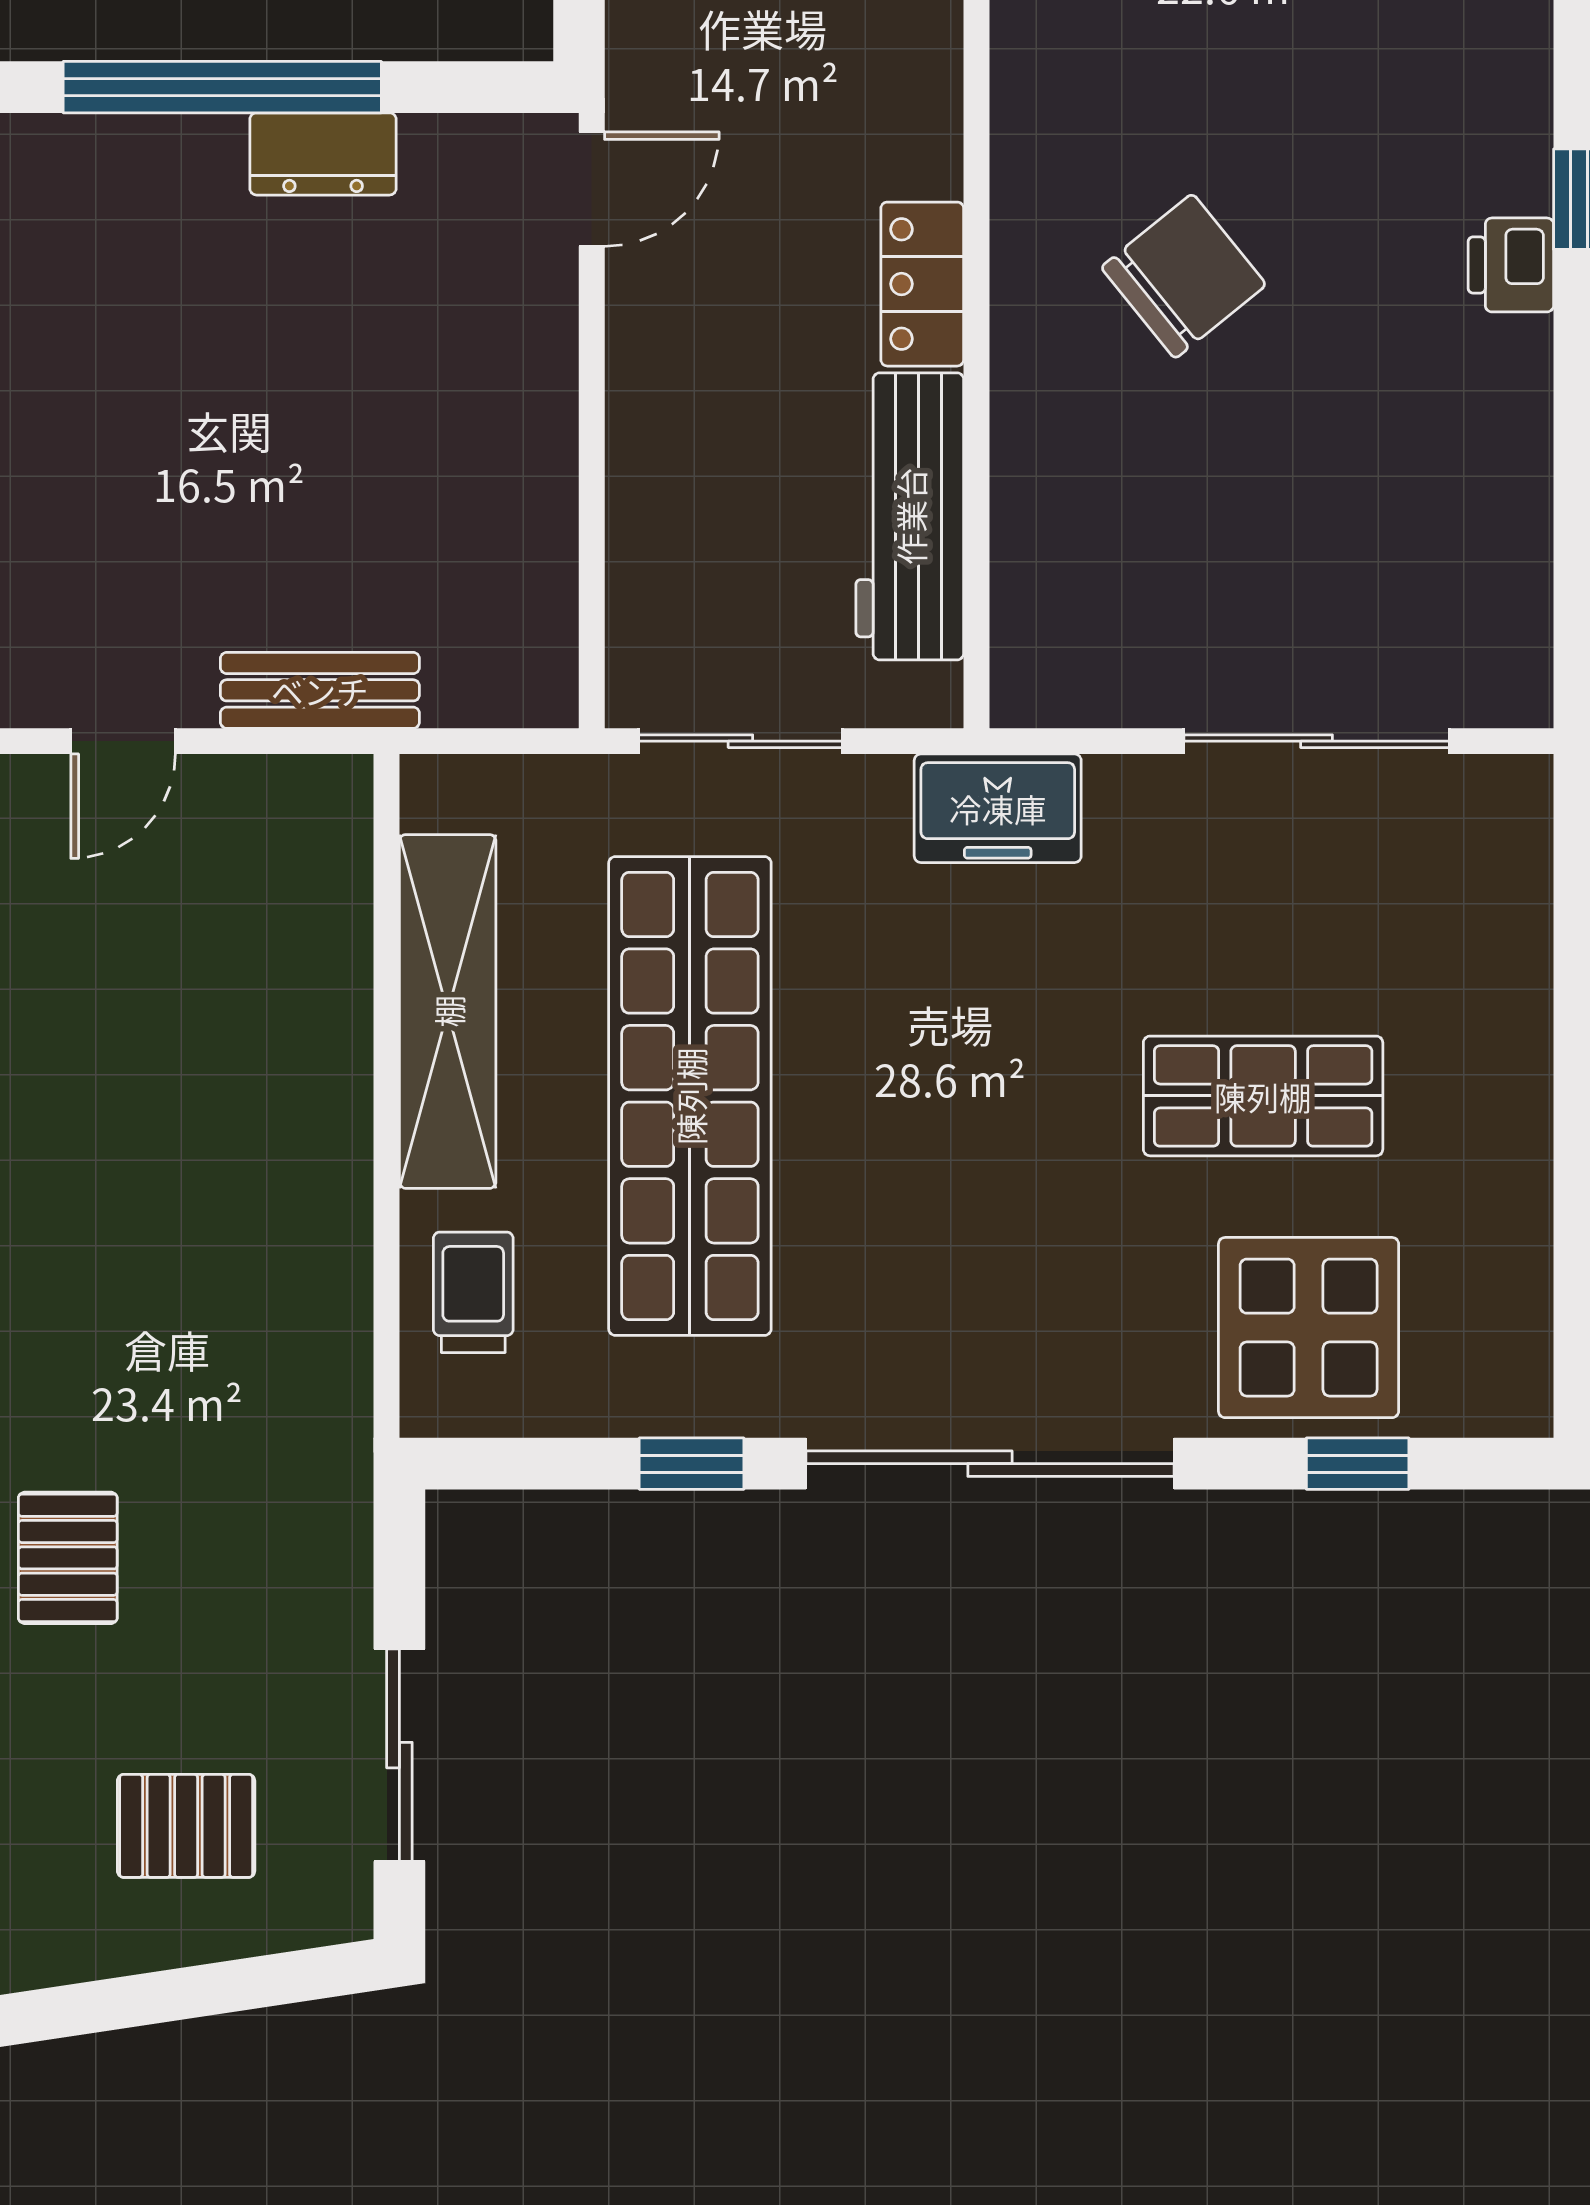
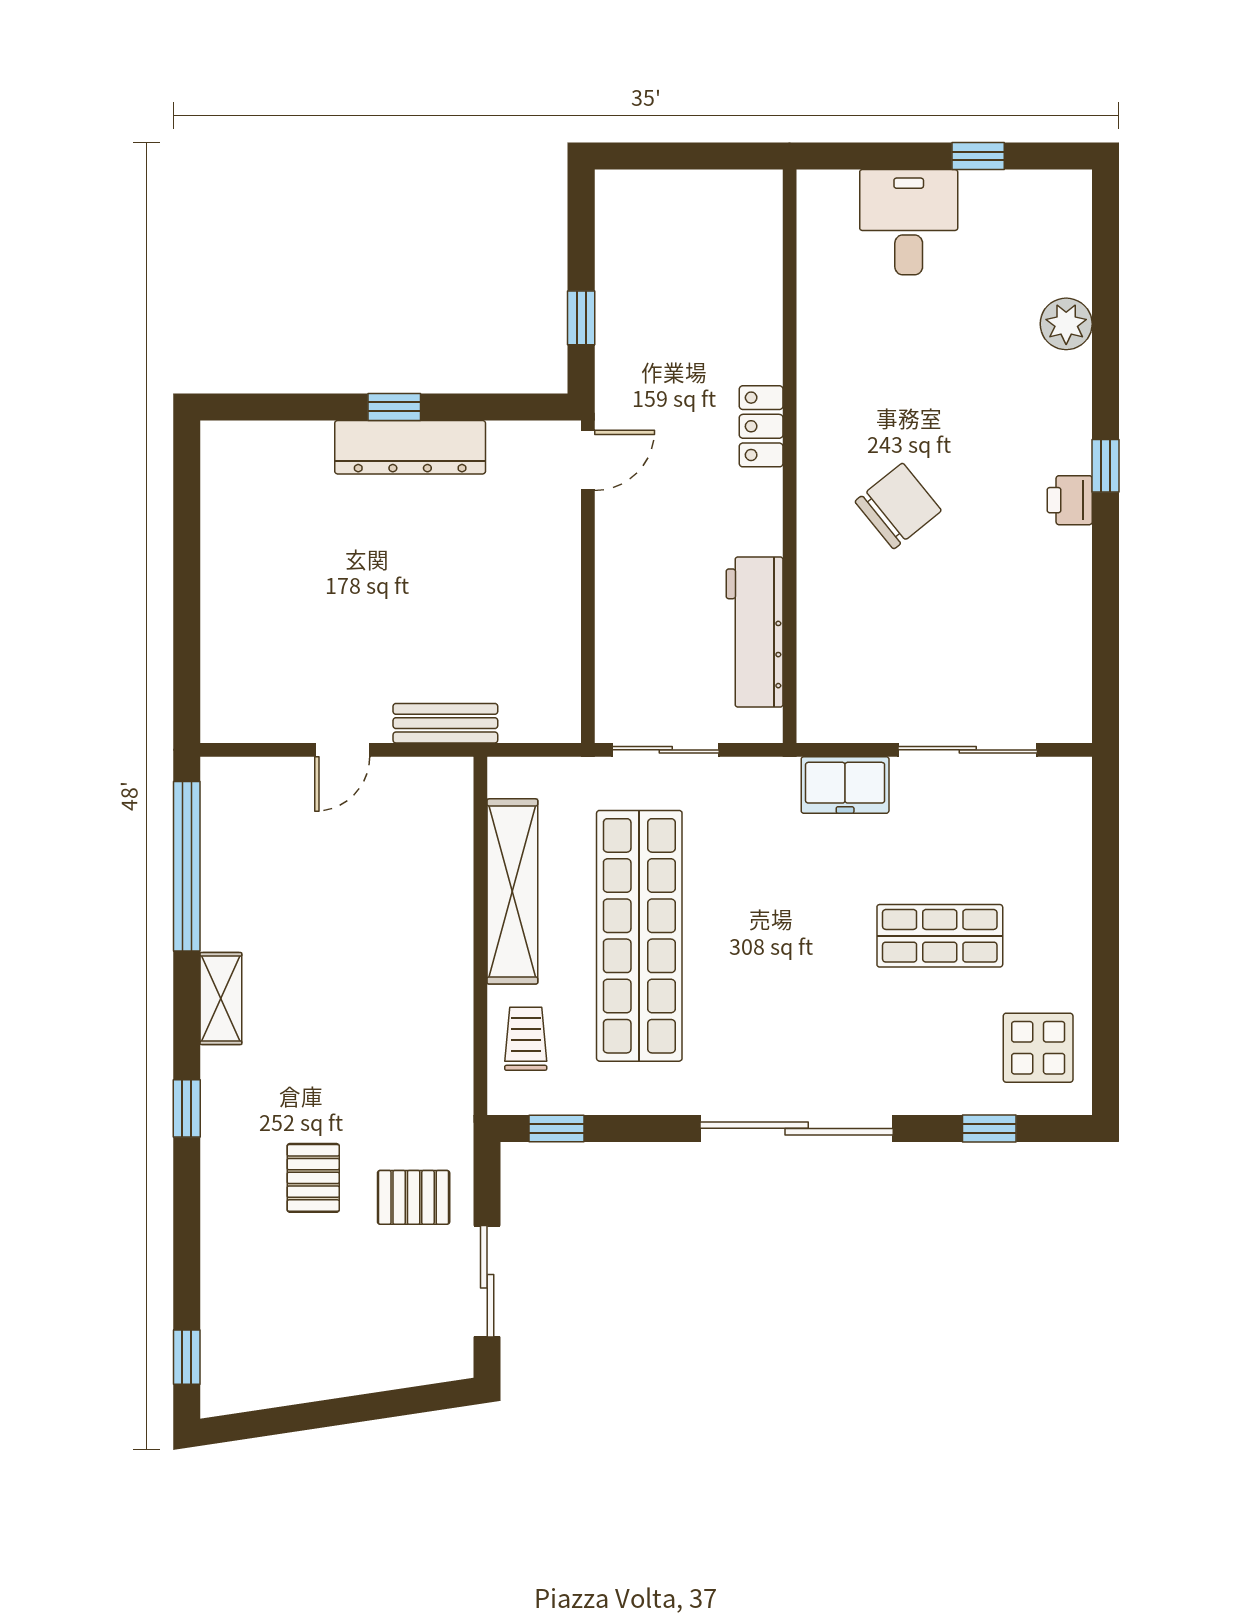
window: (222, 87) -> (394, 407), width x0.32
dresser: (323, 154) -> (410, 447), width x1.96, depth x1.24
locker: (922, 284) -> (761, 426), moved
freezer: (998, 808) -> (845, 785), moved
display table: (1309, 1328) -> (1038, 1048), moved, width x0.73, depth x0.73
window: (692, 1464) -> (557, 1128), moved
pallet: (186, 1826) -> (414, 1197), moved

